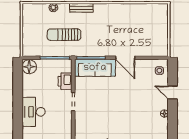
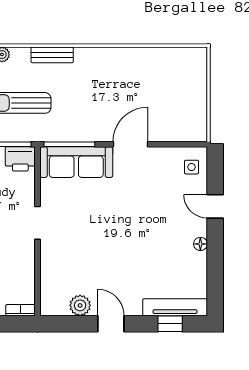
door: (125, 58) -> (130, 144), swing flipped
printer: (65, 81) -> (20, 159), moved, turned -90

